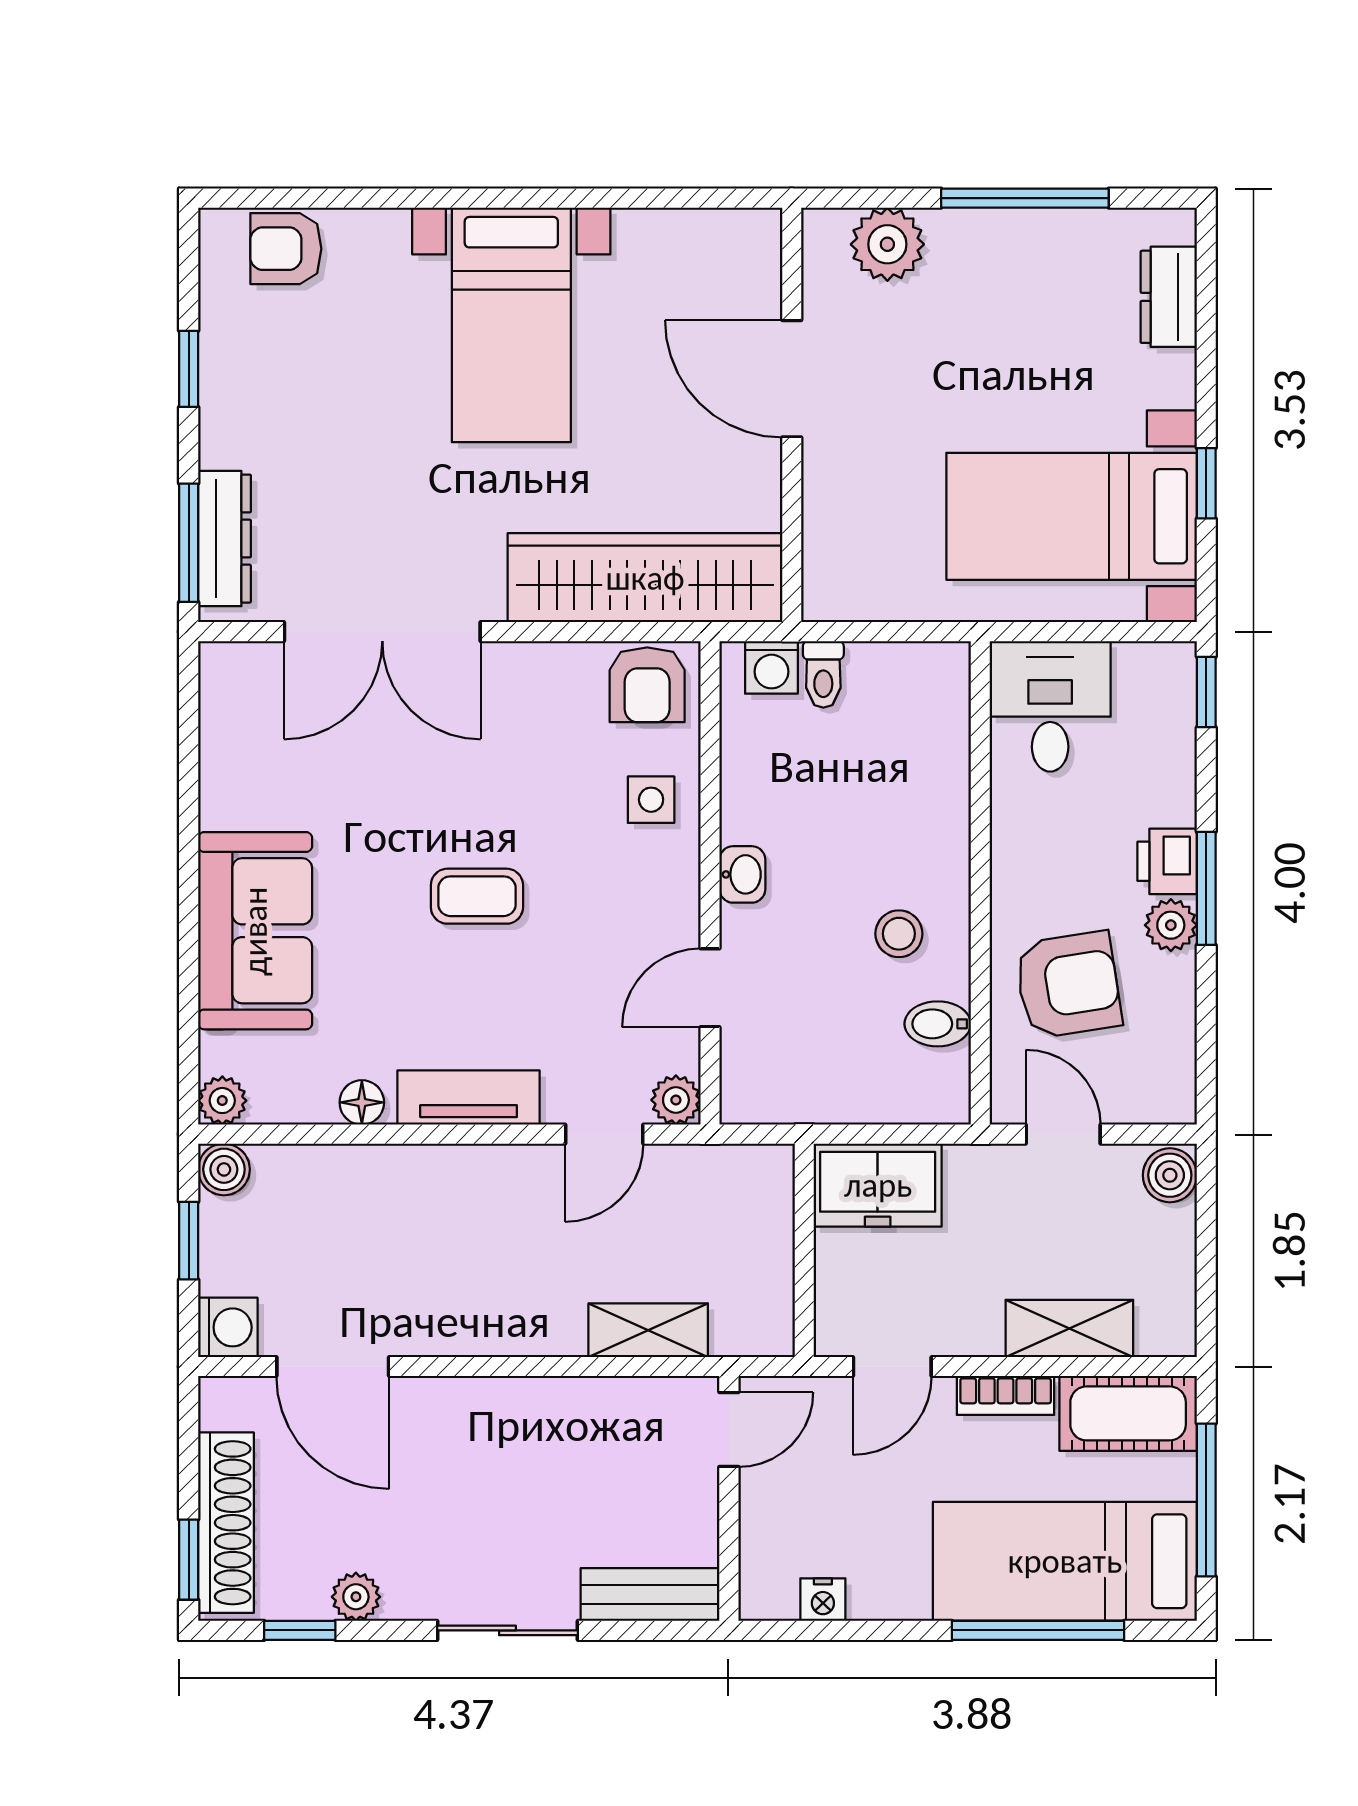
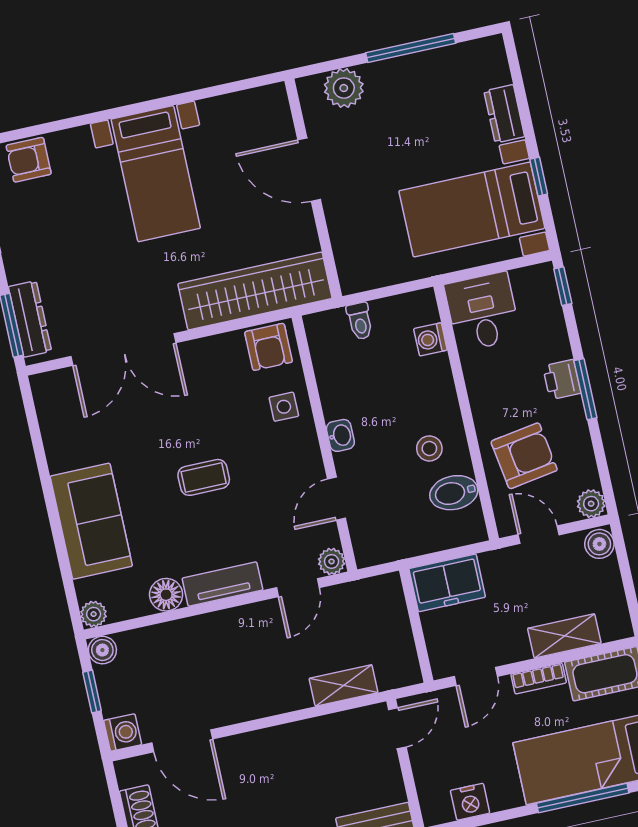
dresser: (1169, 297) -> (504, 114), moved
washing machine: (771, 667) -> (430, 339), moved, turned 90
plant: (1171, 925) -> (591, 504), moved
bidet: (938, 1024) -> (454, 493), width x1.38, depth x1.36
floor lamp: (362, 1102) -> (166, 595), width x1.37, depth x1.37
nightstand: (823, 1600) -> (470, 802), width x1.39, depth x1.35

